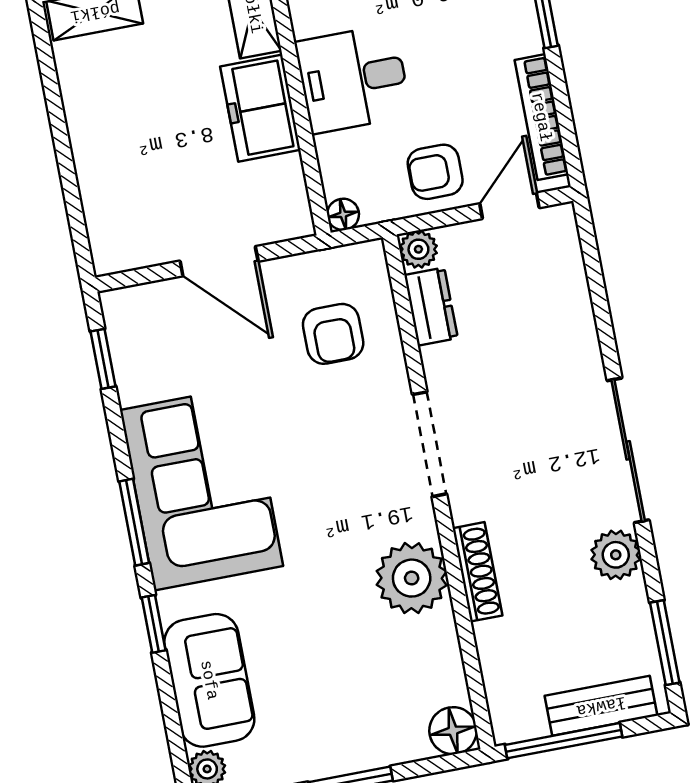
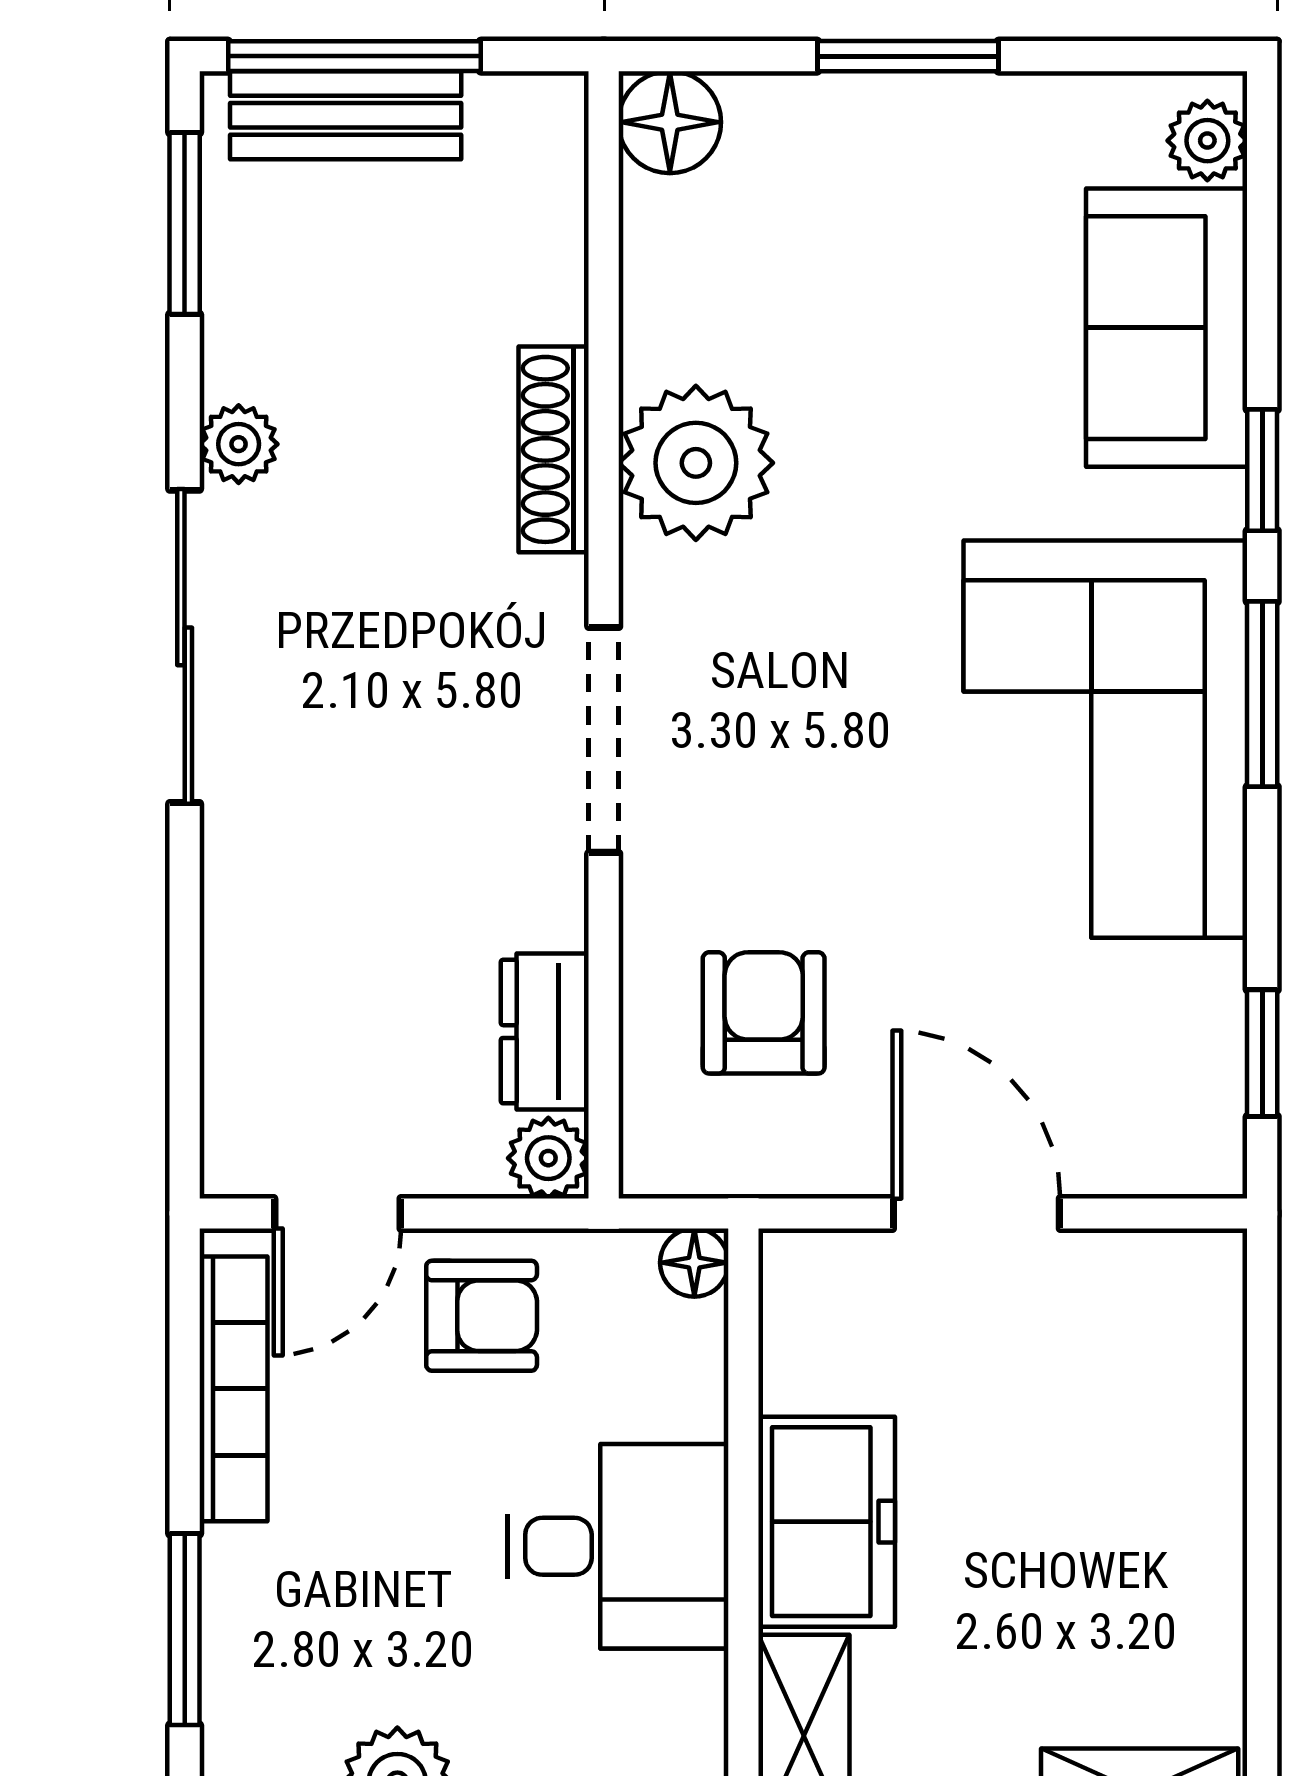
plant: (616, 555) -> (239, 444), width x0.73, depth x0.73
window: (563, 741) -> (354, 56), moved

